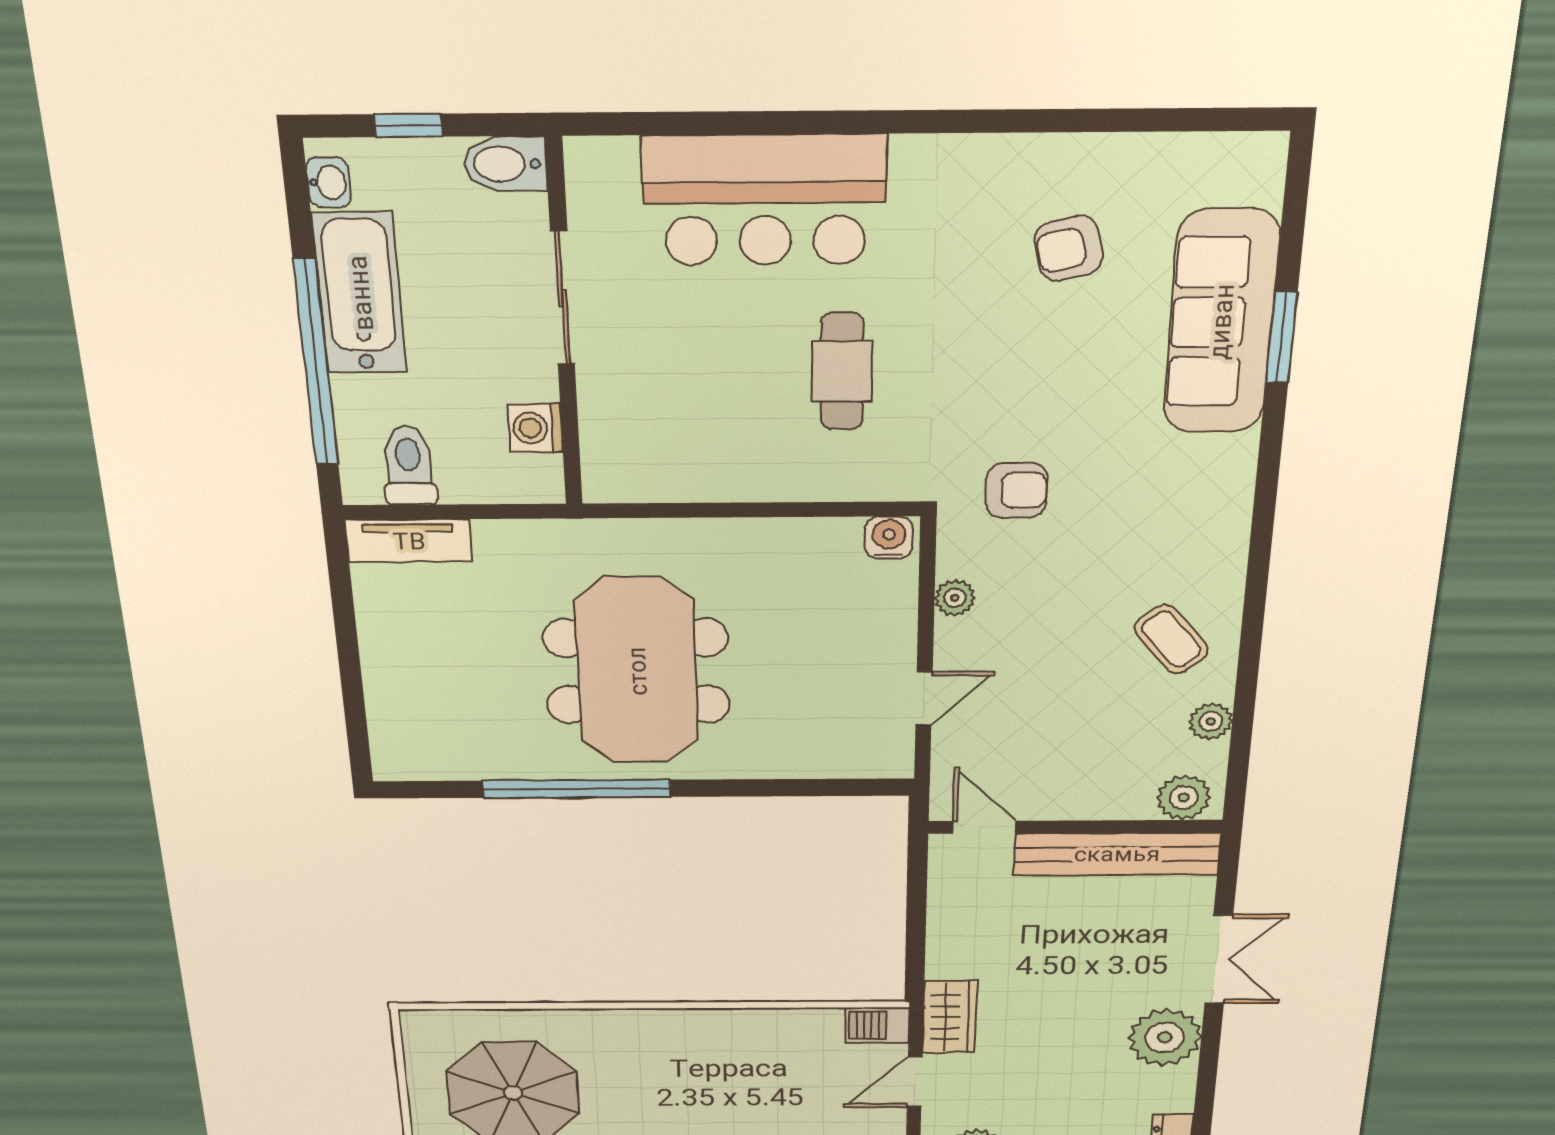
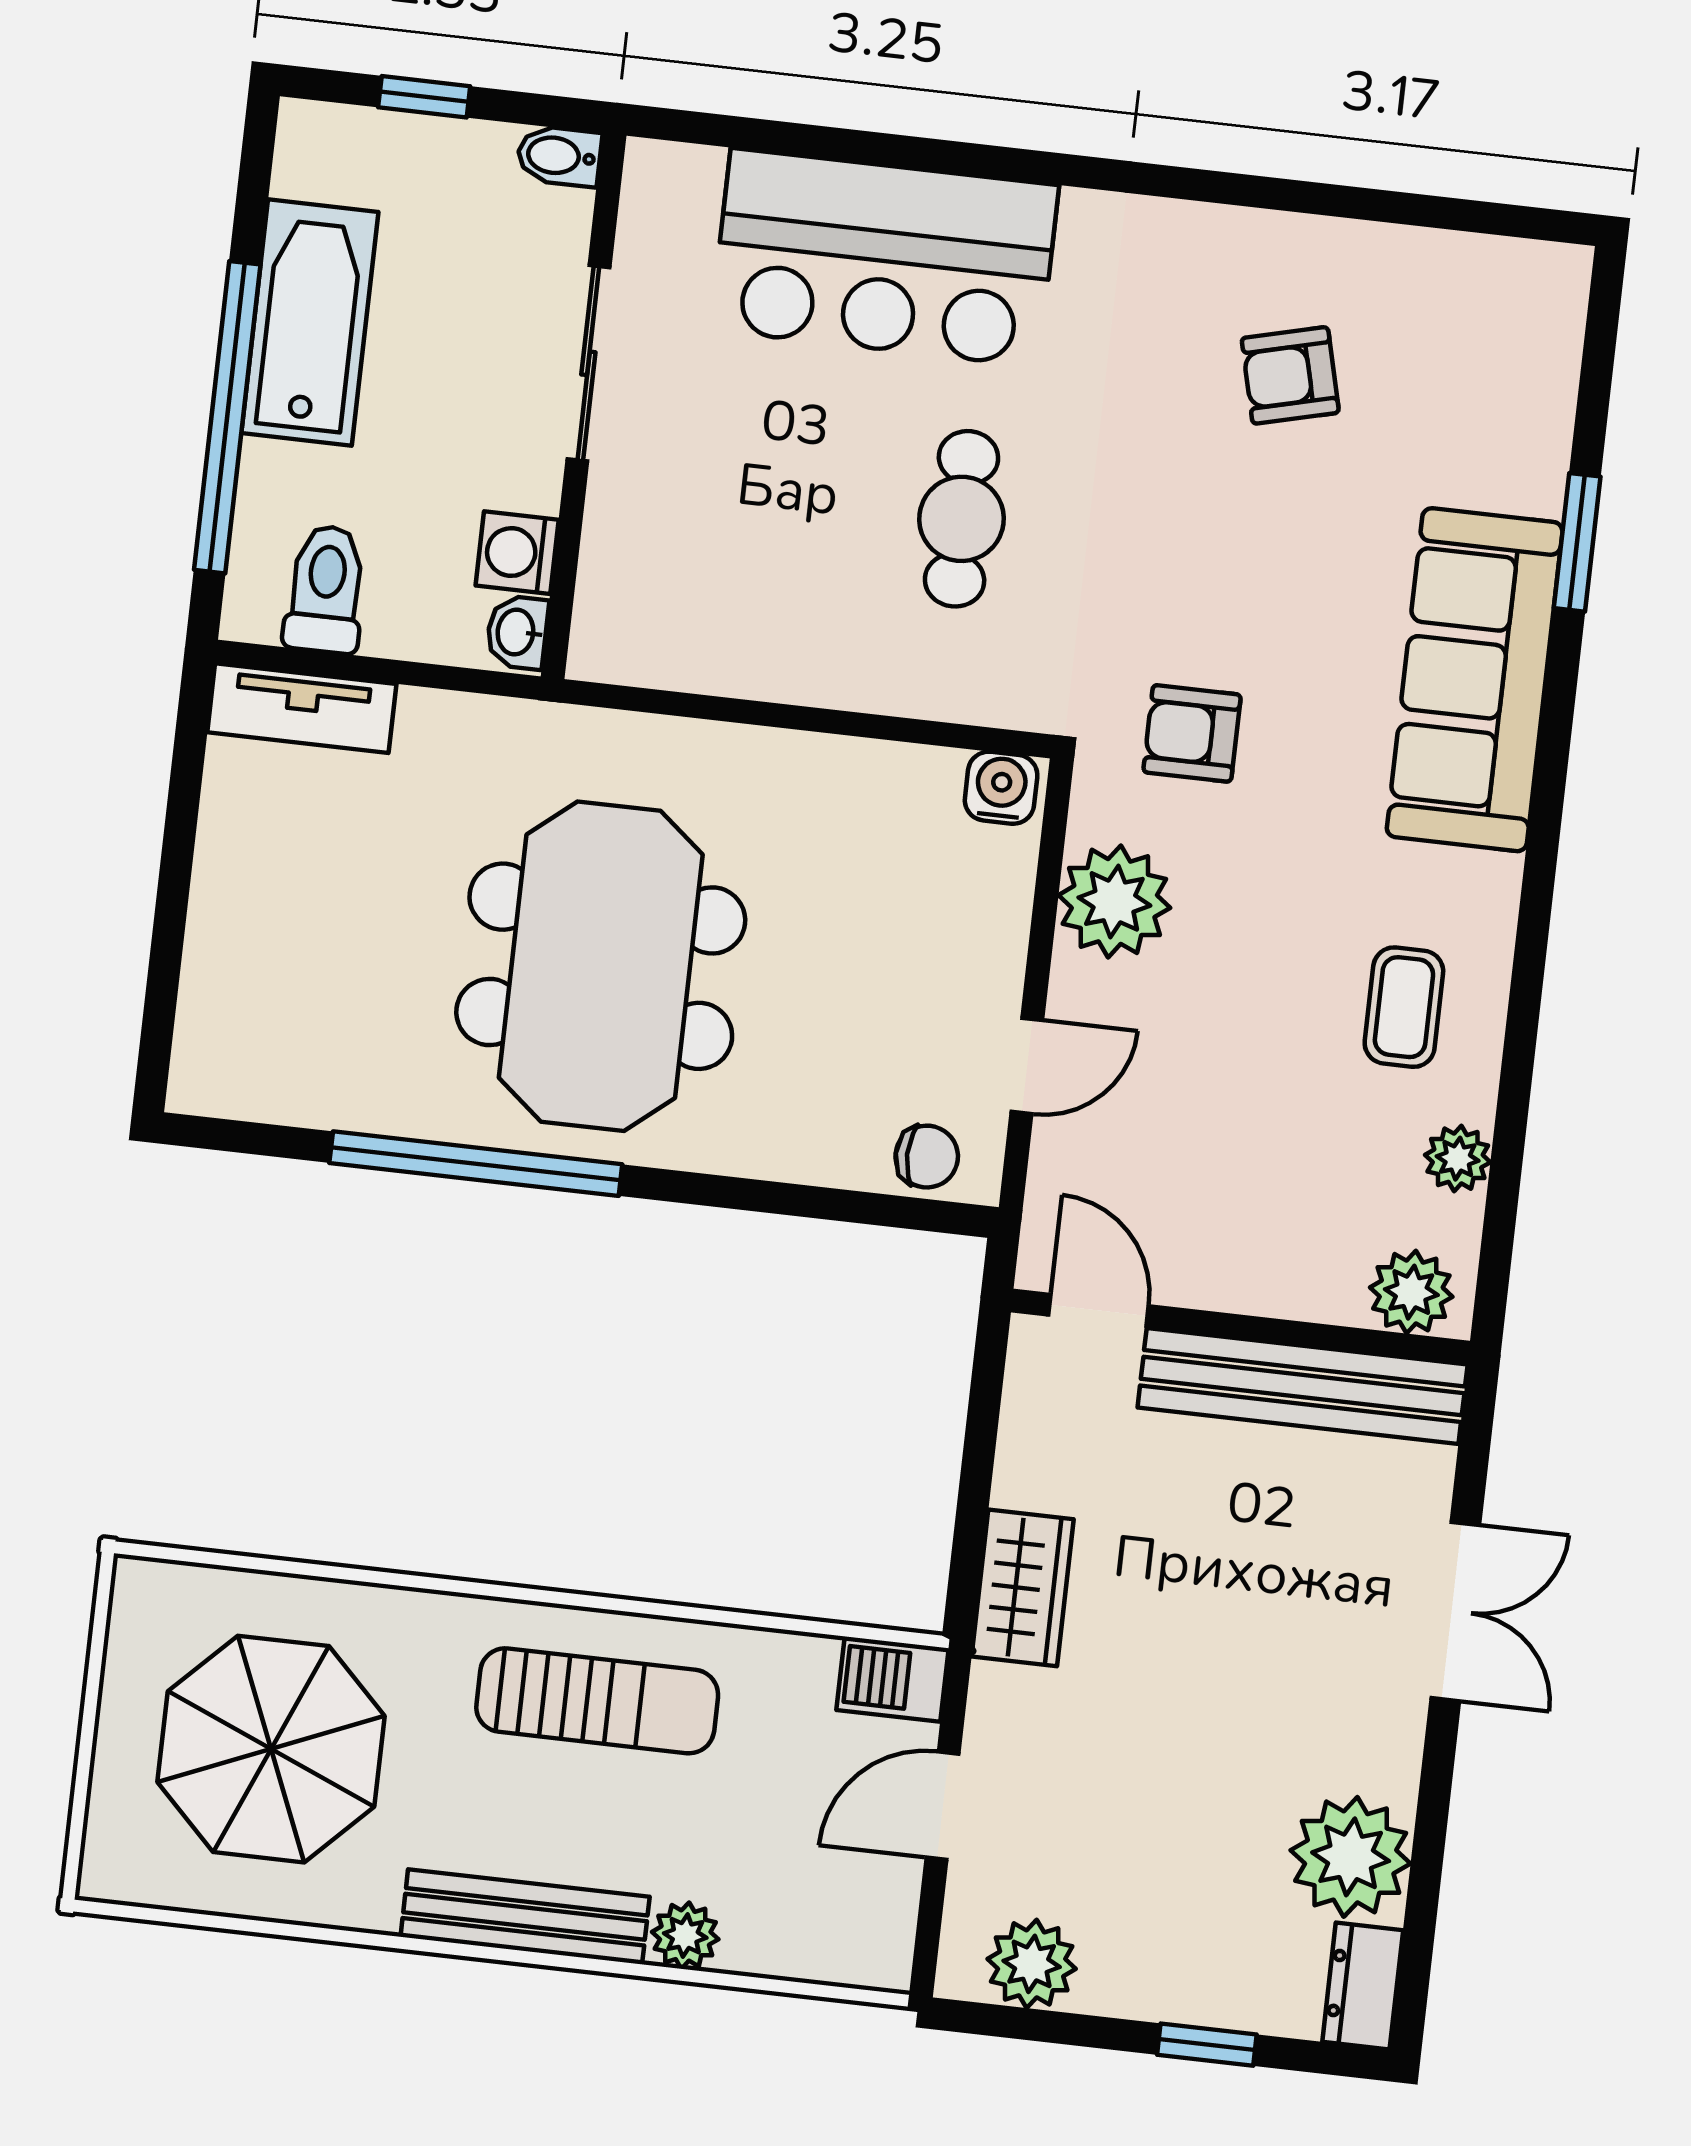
bidet: (505, 164) -> (559, 156), width x0.72, depth x0.74
washbasin: (328, 182) -> (517, 632), moved, turned 180
sofa: (1221, 322) -> (1475, 680), moved
armchair: (1016, 490) -> (1192, 733), turned 180
plant: (955, 598) -> (1114, 901), width x1.87, depth x1.87
coffee table: (1171, 639) -> (1404, 1007), turned 40
chair: (865, 756) -> (927, 1157), added
wardrobe: (950, 1017) -> (1023, 1588), moved
plant: (1165, 1037) -> (1351, 1857), moved
sun lounger: (702, 1052) -> (597, 1701), added

